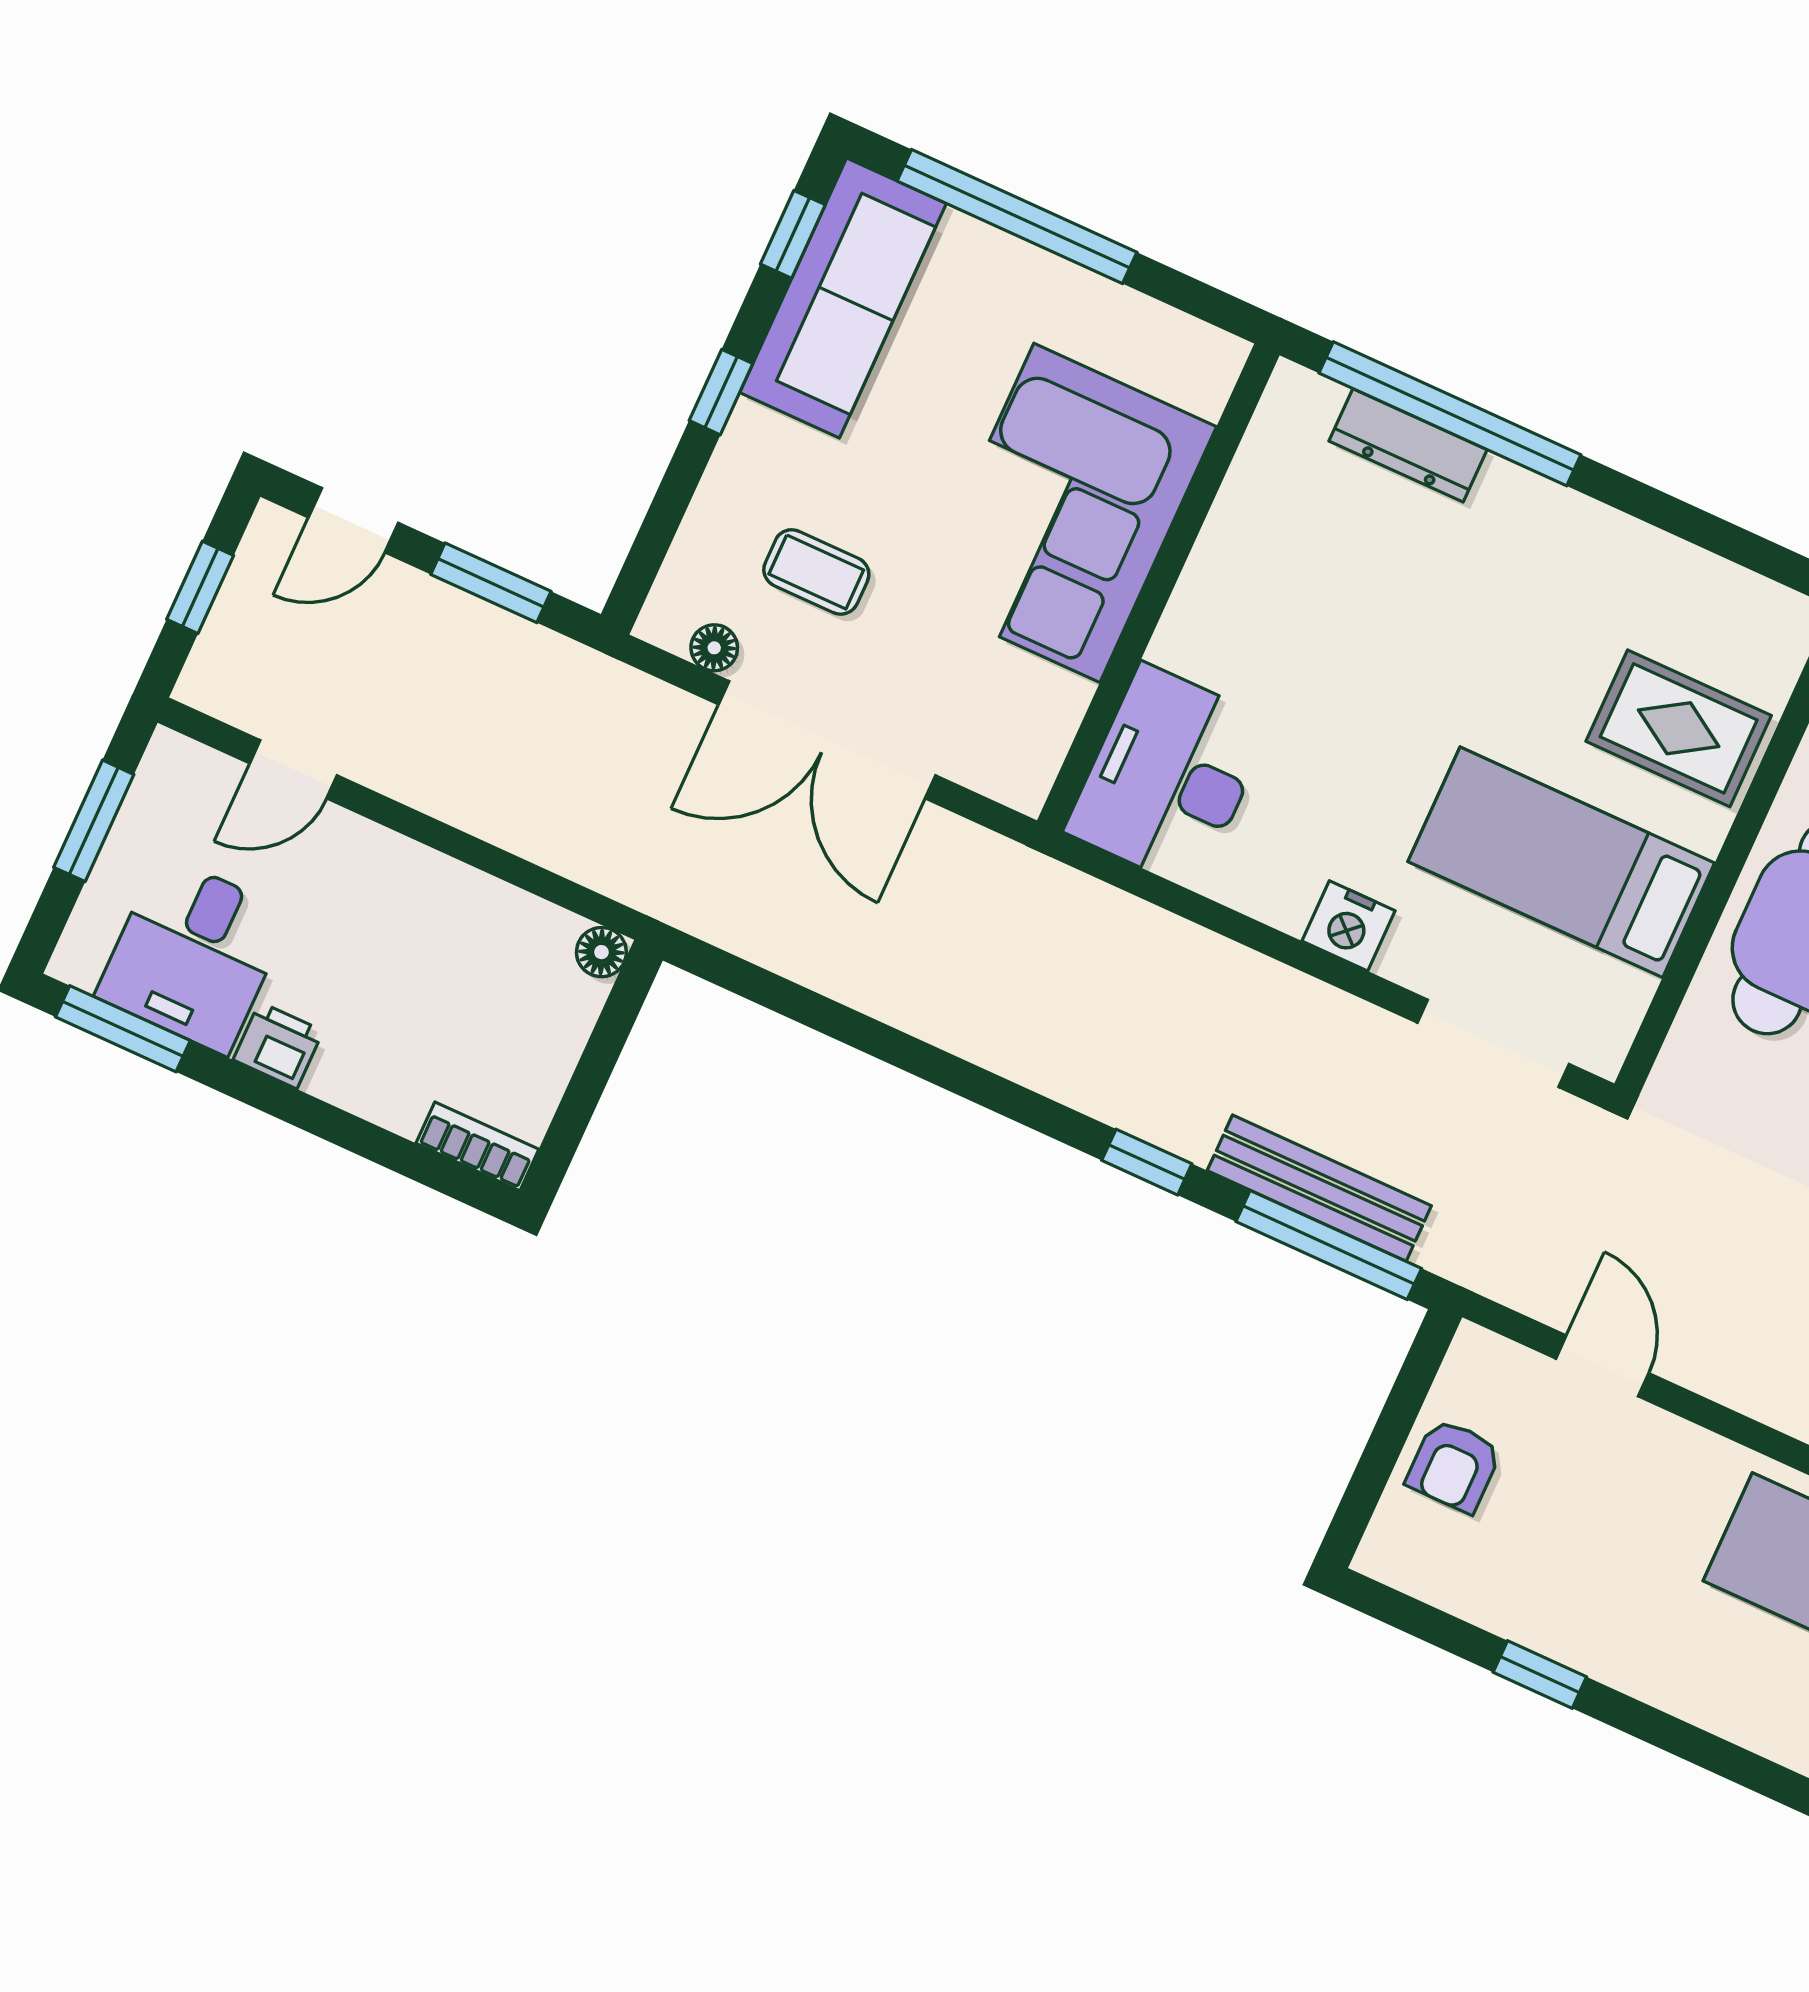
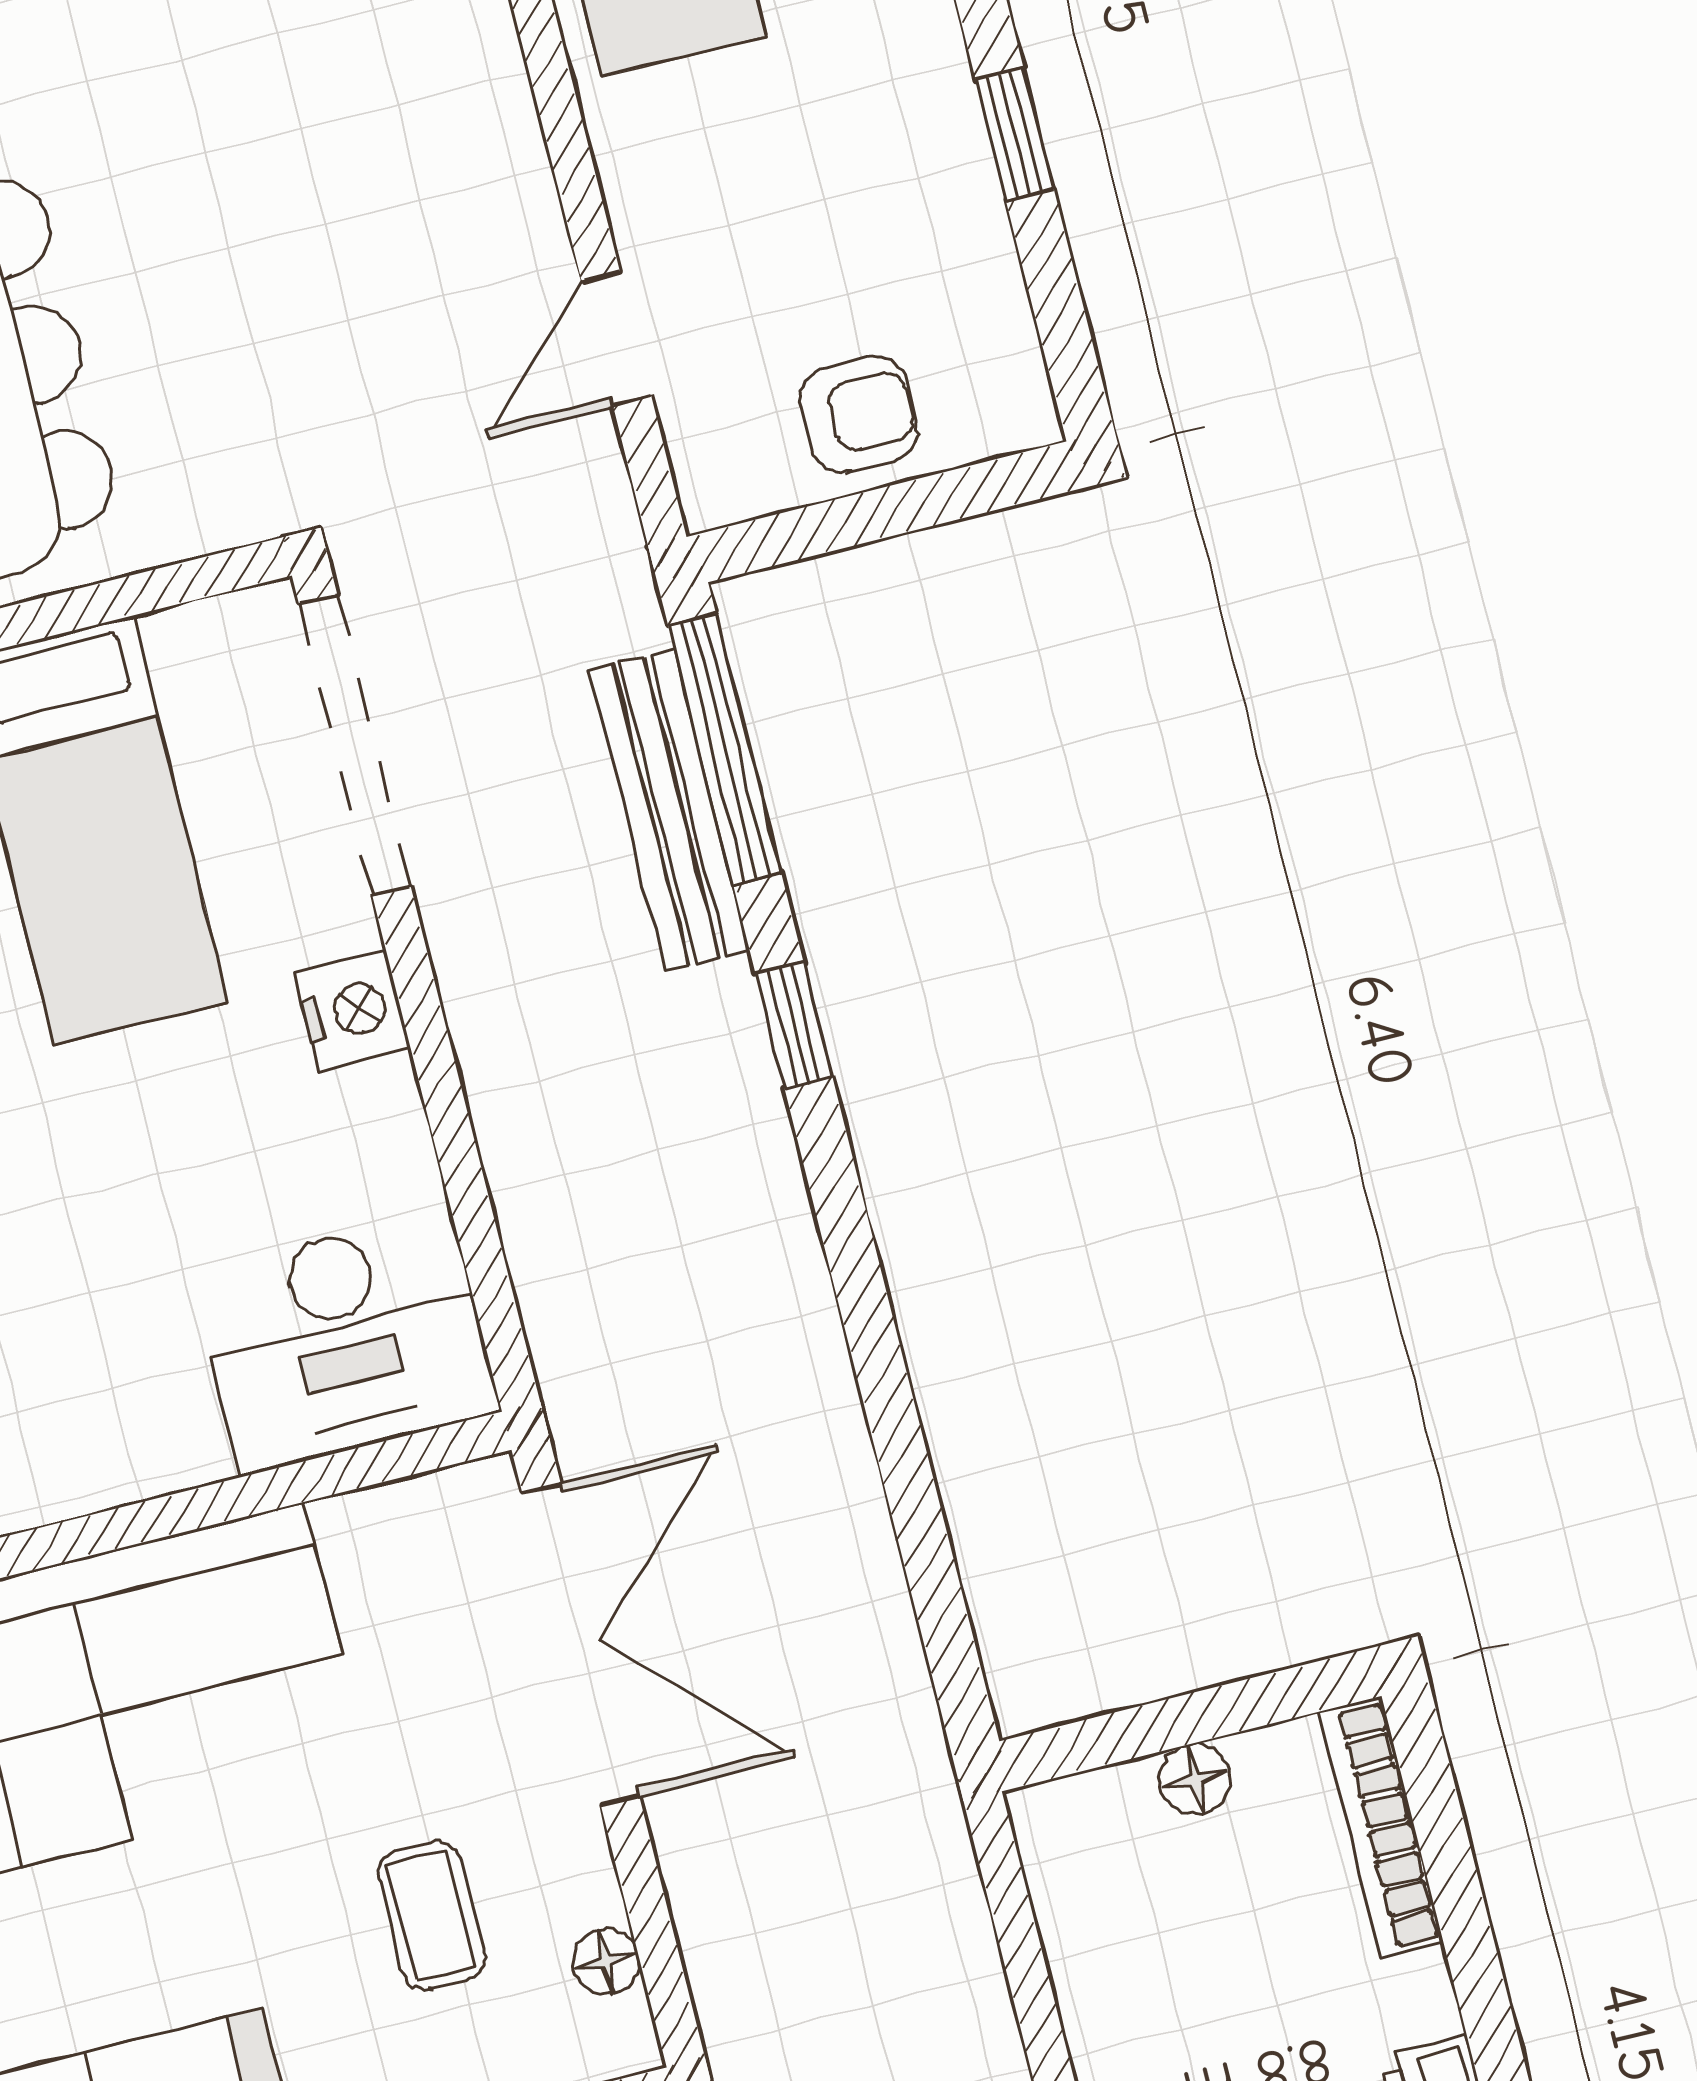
double door: (827, 740) -> (581, 1645), moved
floor lamp: (601, 952) -> (1195, 1779), moved
doorway: (1493, 1043) -> (355, 745), width x1.36
bookcase: (477, 1146) -> (1381, 1827), width x1.56

